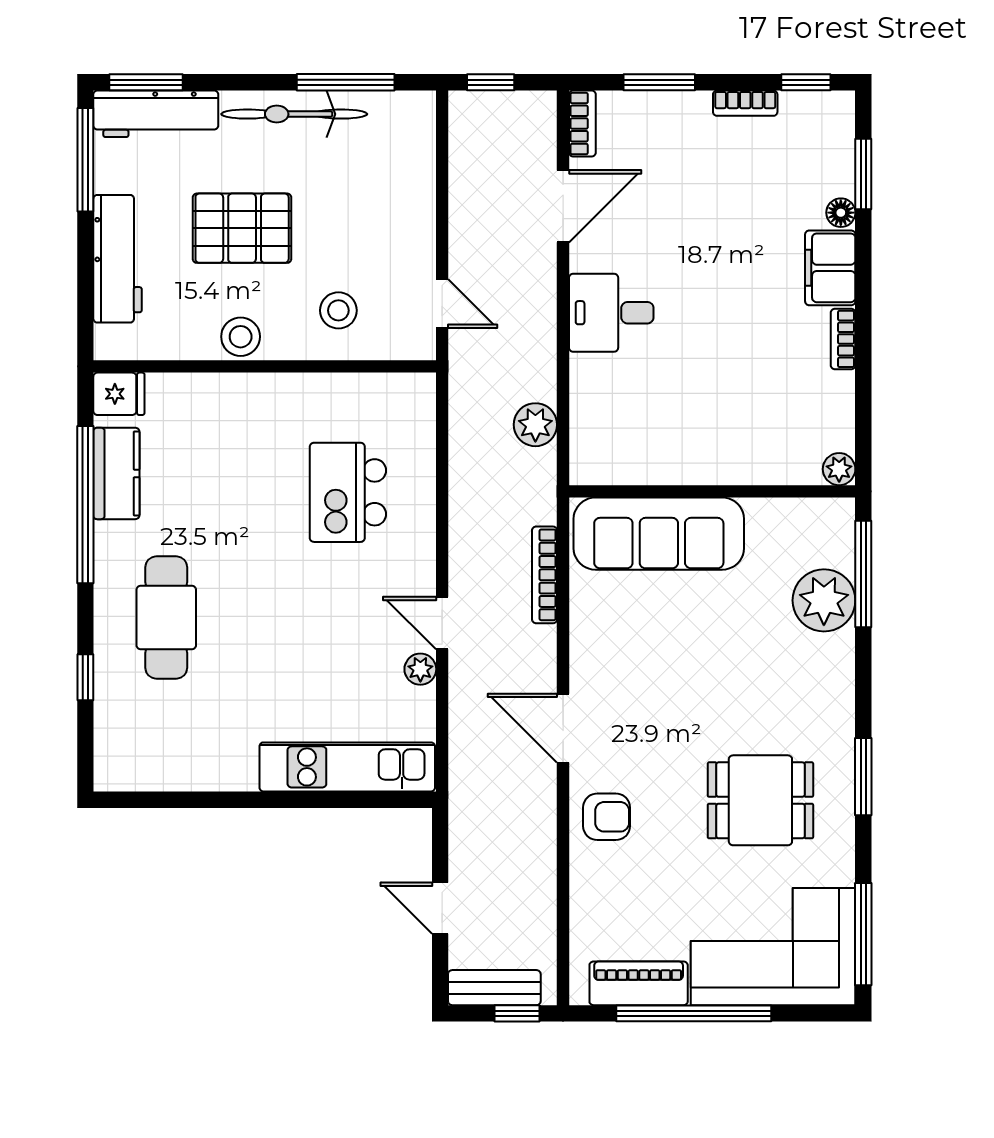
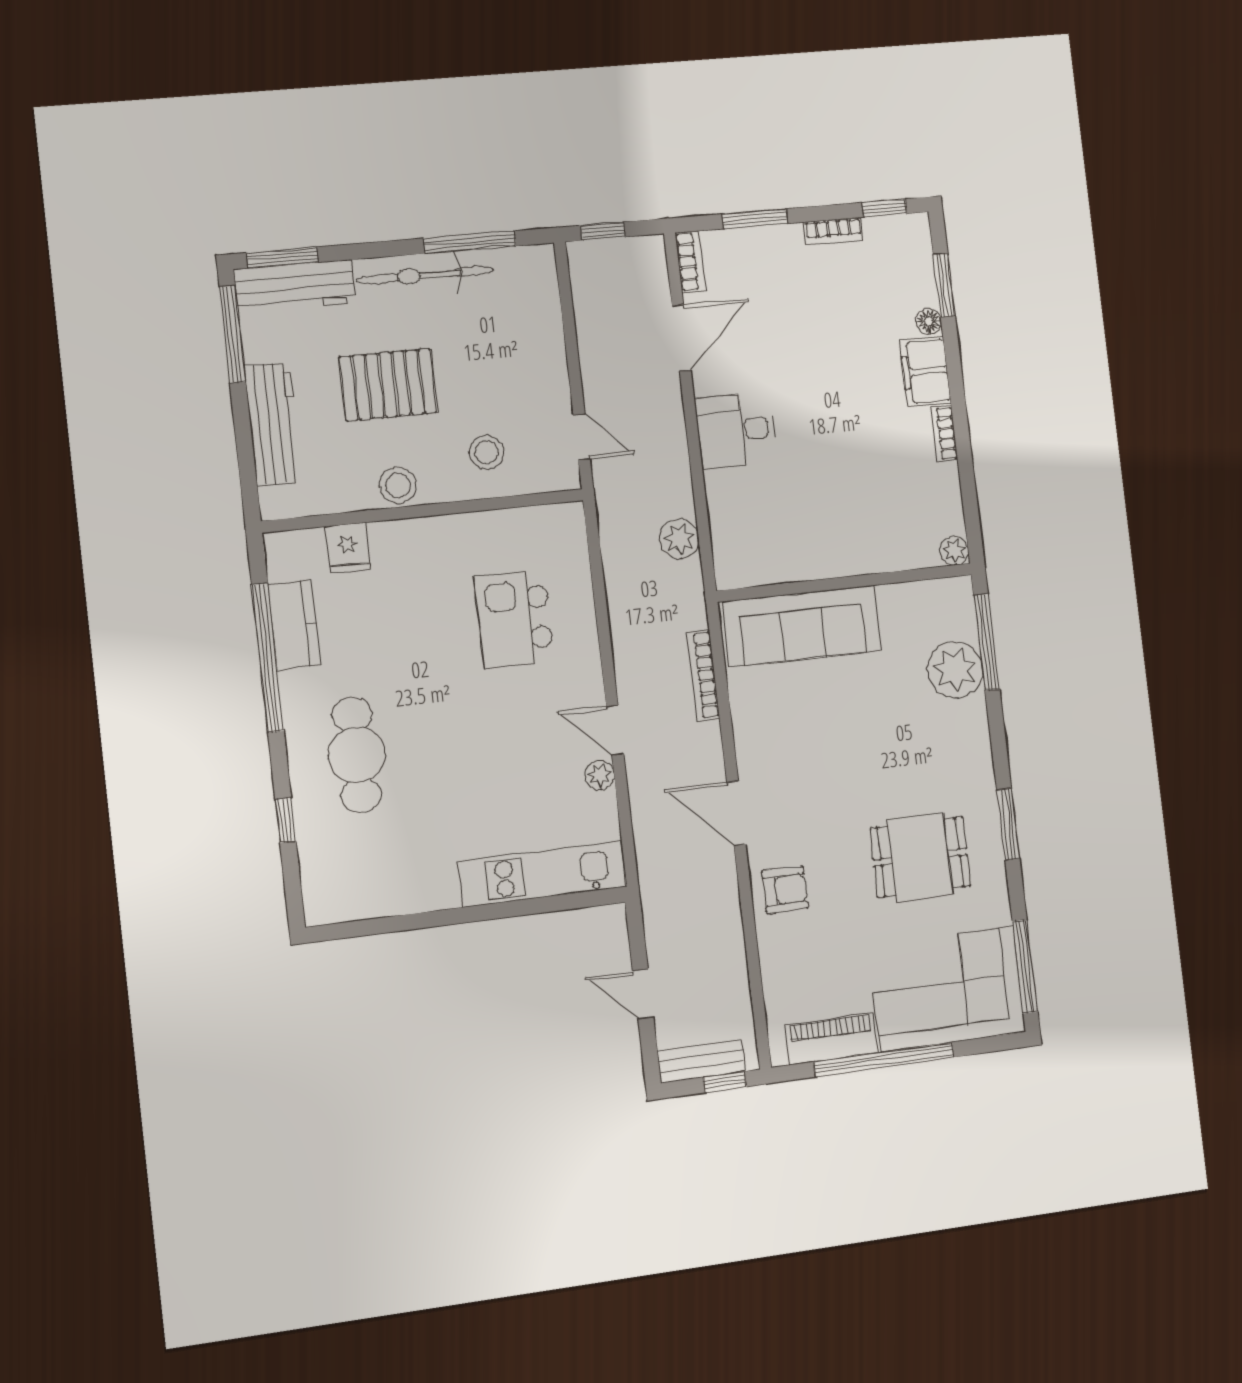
fridge: (119, 394) -> (348, 548), moved, turned 90

